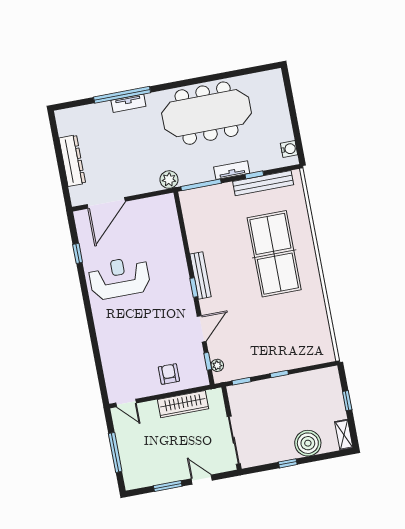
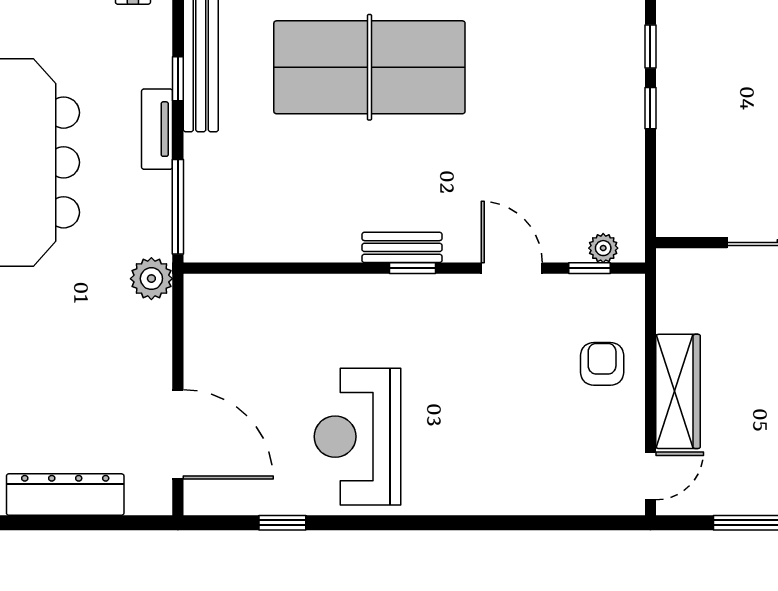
bench: (201, 275) -> (402, 247), width x0.73
armchair: (169, 374) -> (602, 364), turned 90
window: (241, 381) -> (650, 47), moved
wardrobe: (183, 404) -> (678, 391), moved

